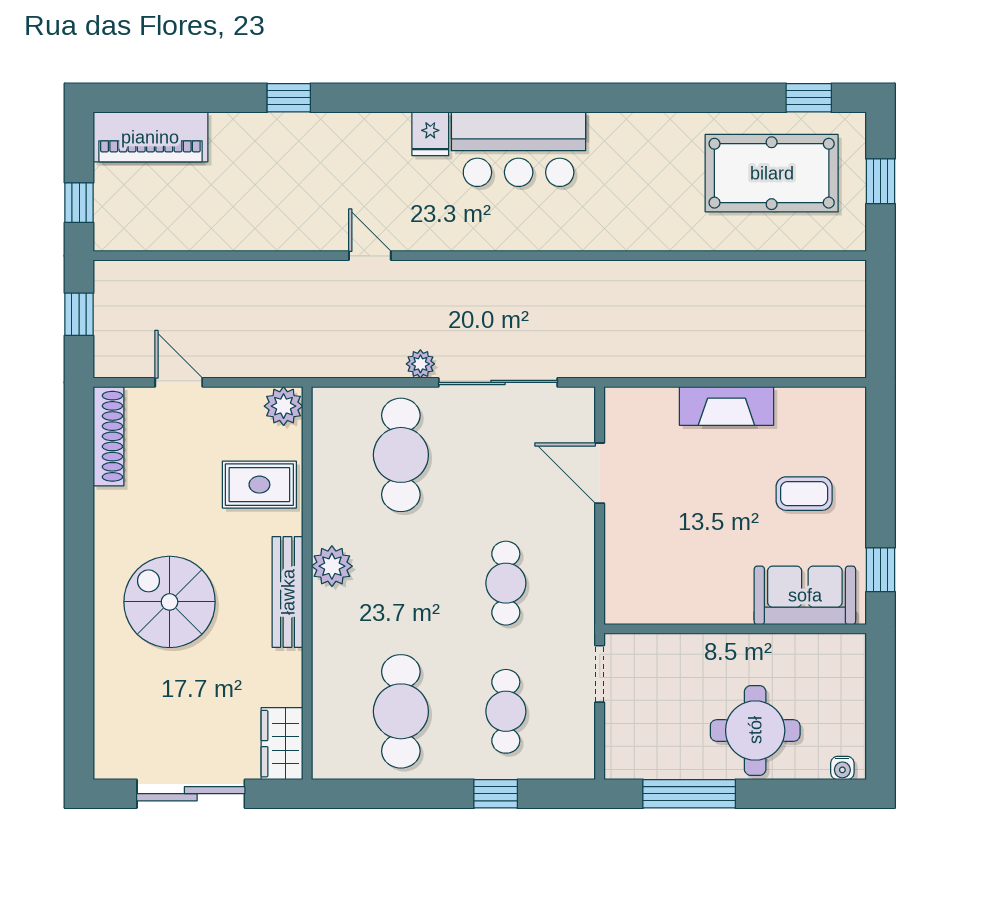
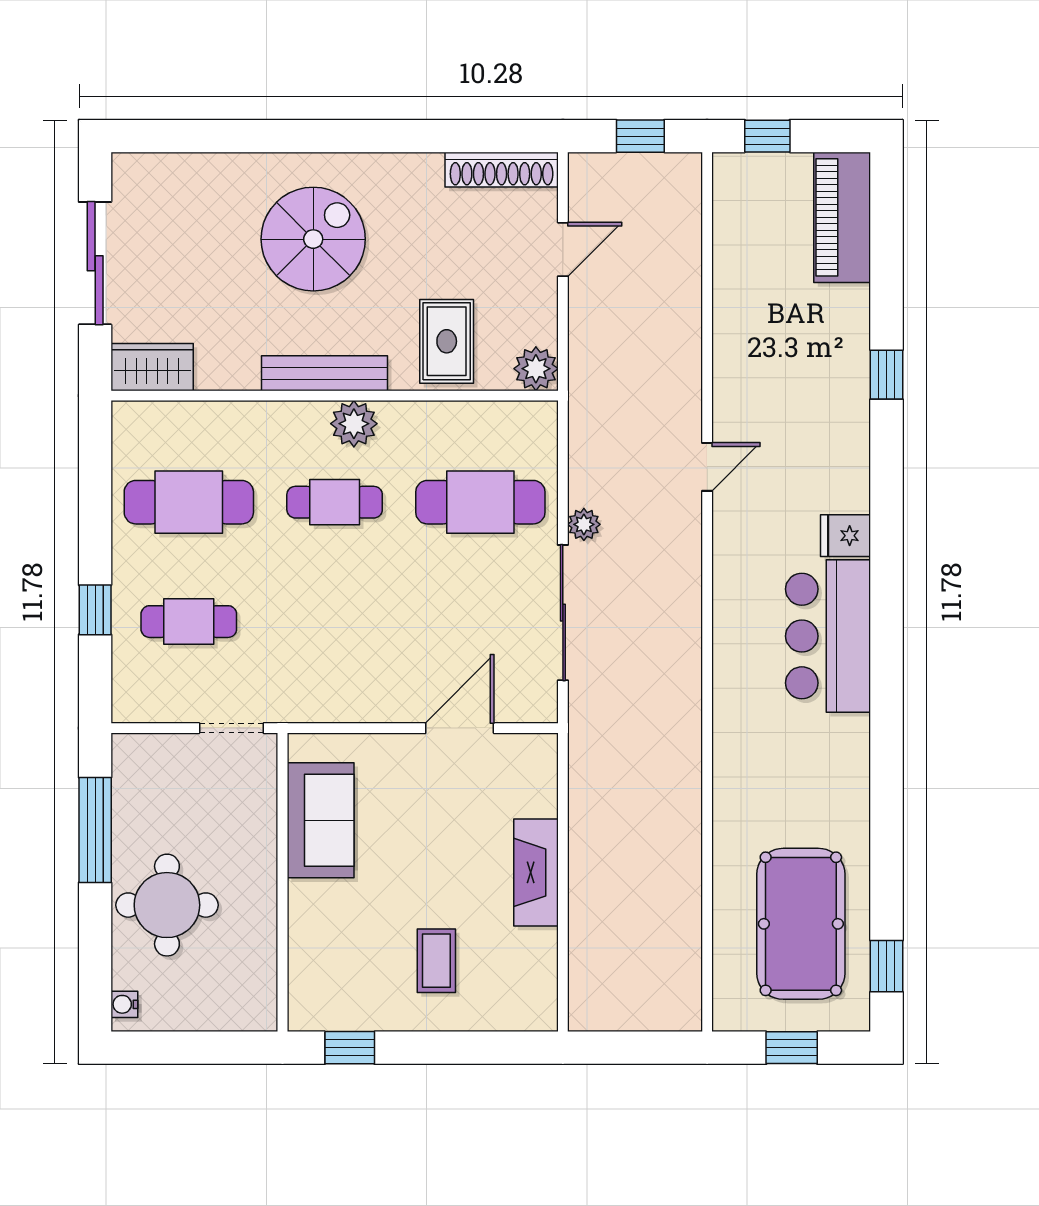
cafe table: (506, 583) -> (335, 502), moved
sofa: (805, 595) -> (321, 820), moved

